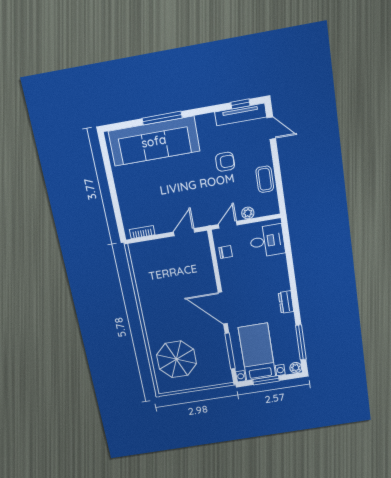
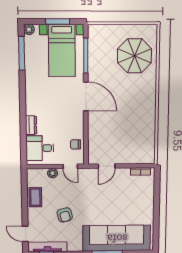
armchair: (225, 162) -> (65, 215), turned -103
door: (228, 225) -> (70, 166), hinge flipped
dresser: (286, 302) -> (31, 125), moved

